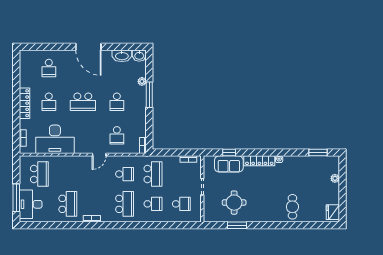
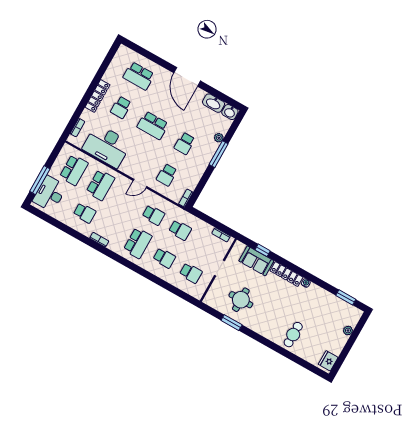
school desk: (49, 68) -> (139, 76), width x1.85
school desk: (68, 174) -> (100, 185), added
school desk: (153, 174) -> (180, 230), width x0.54
school desk: (68, 204) -> (85, 213), width x0.54

